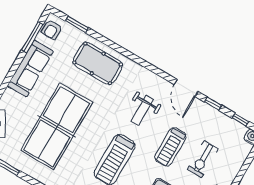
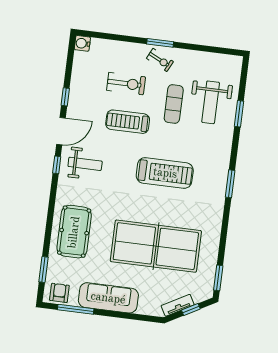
armchair: (52, 29) -> (59, 293), turned -90
weight bench: (142, 110) -> (85, 164), moved
window: (241, 120) -> (57, 165), moved
treadmill: (170, 147) -> (128, 122), turned 180

